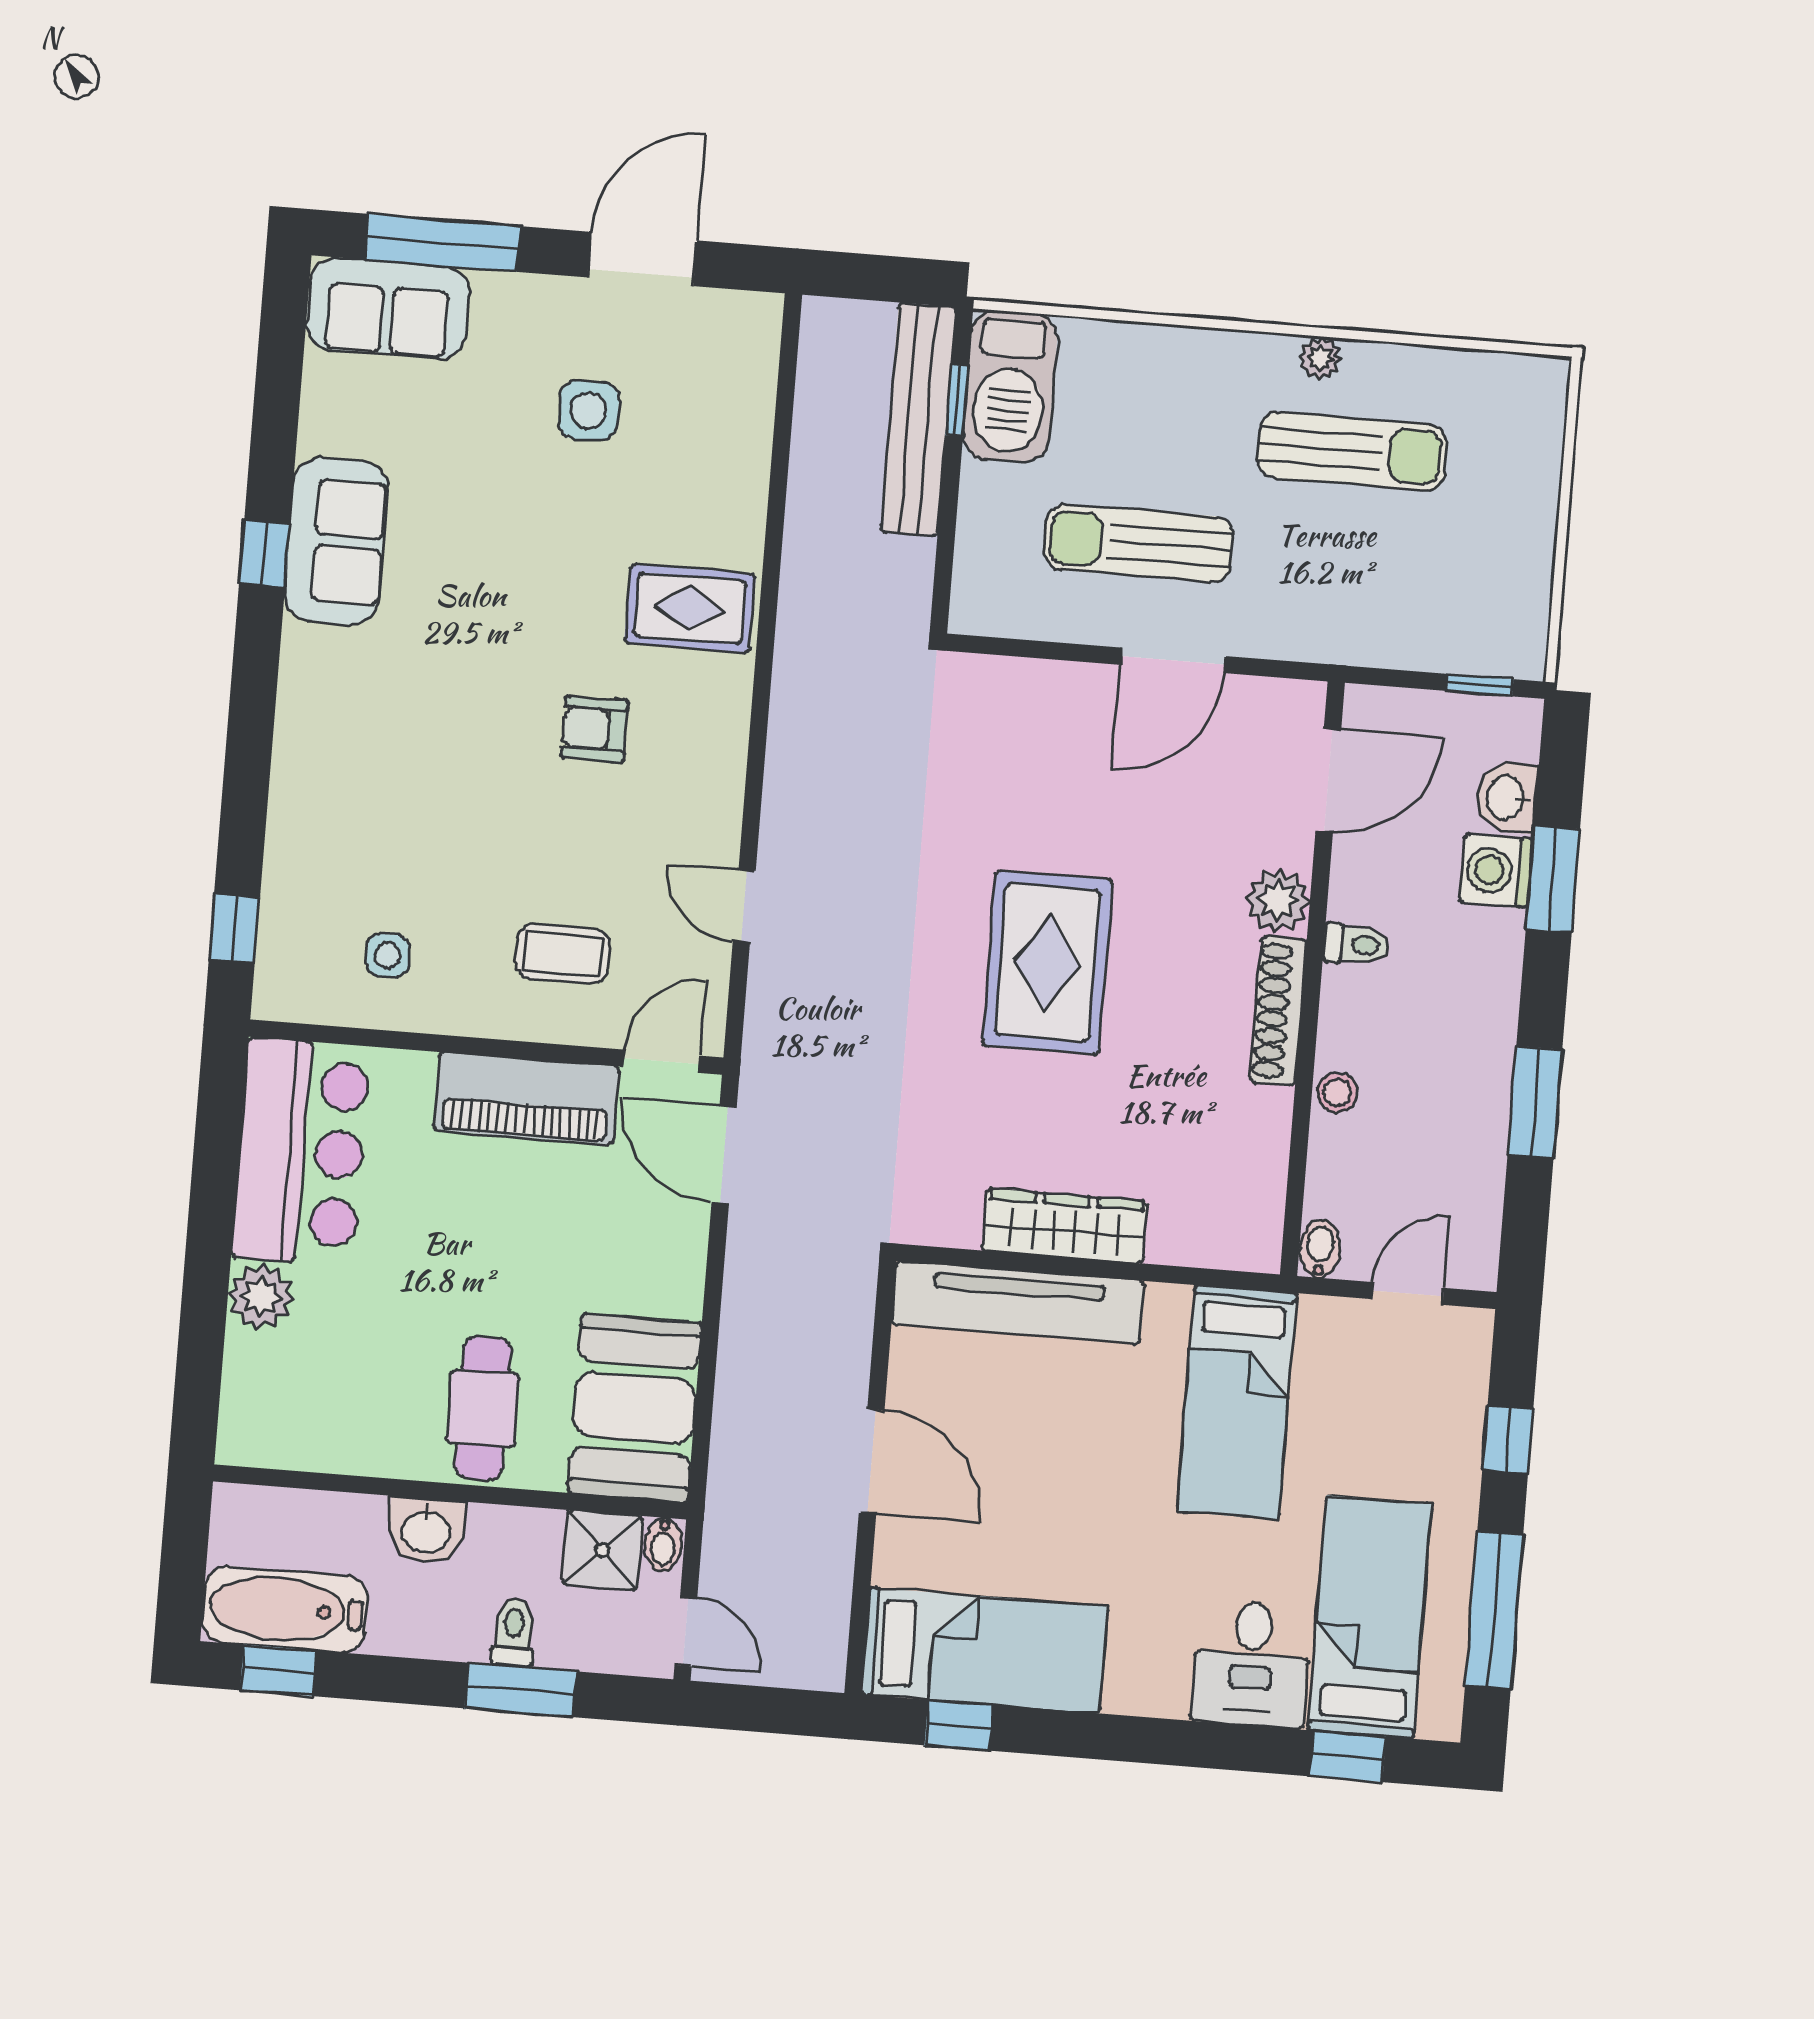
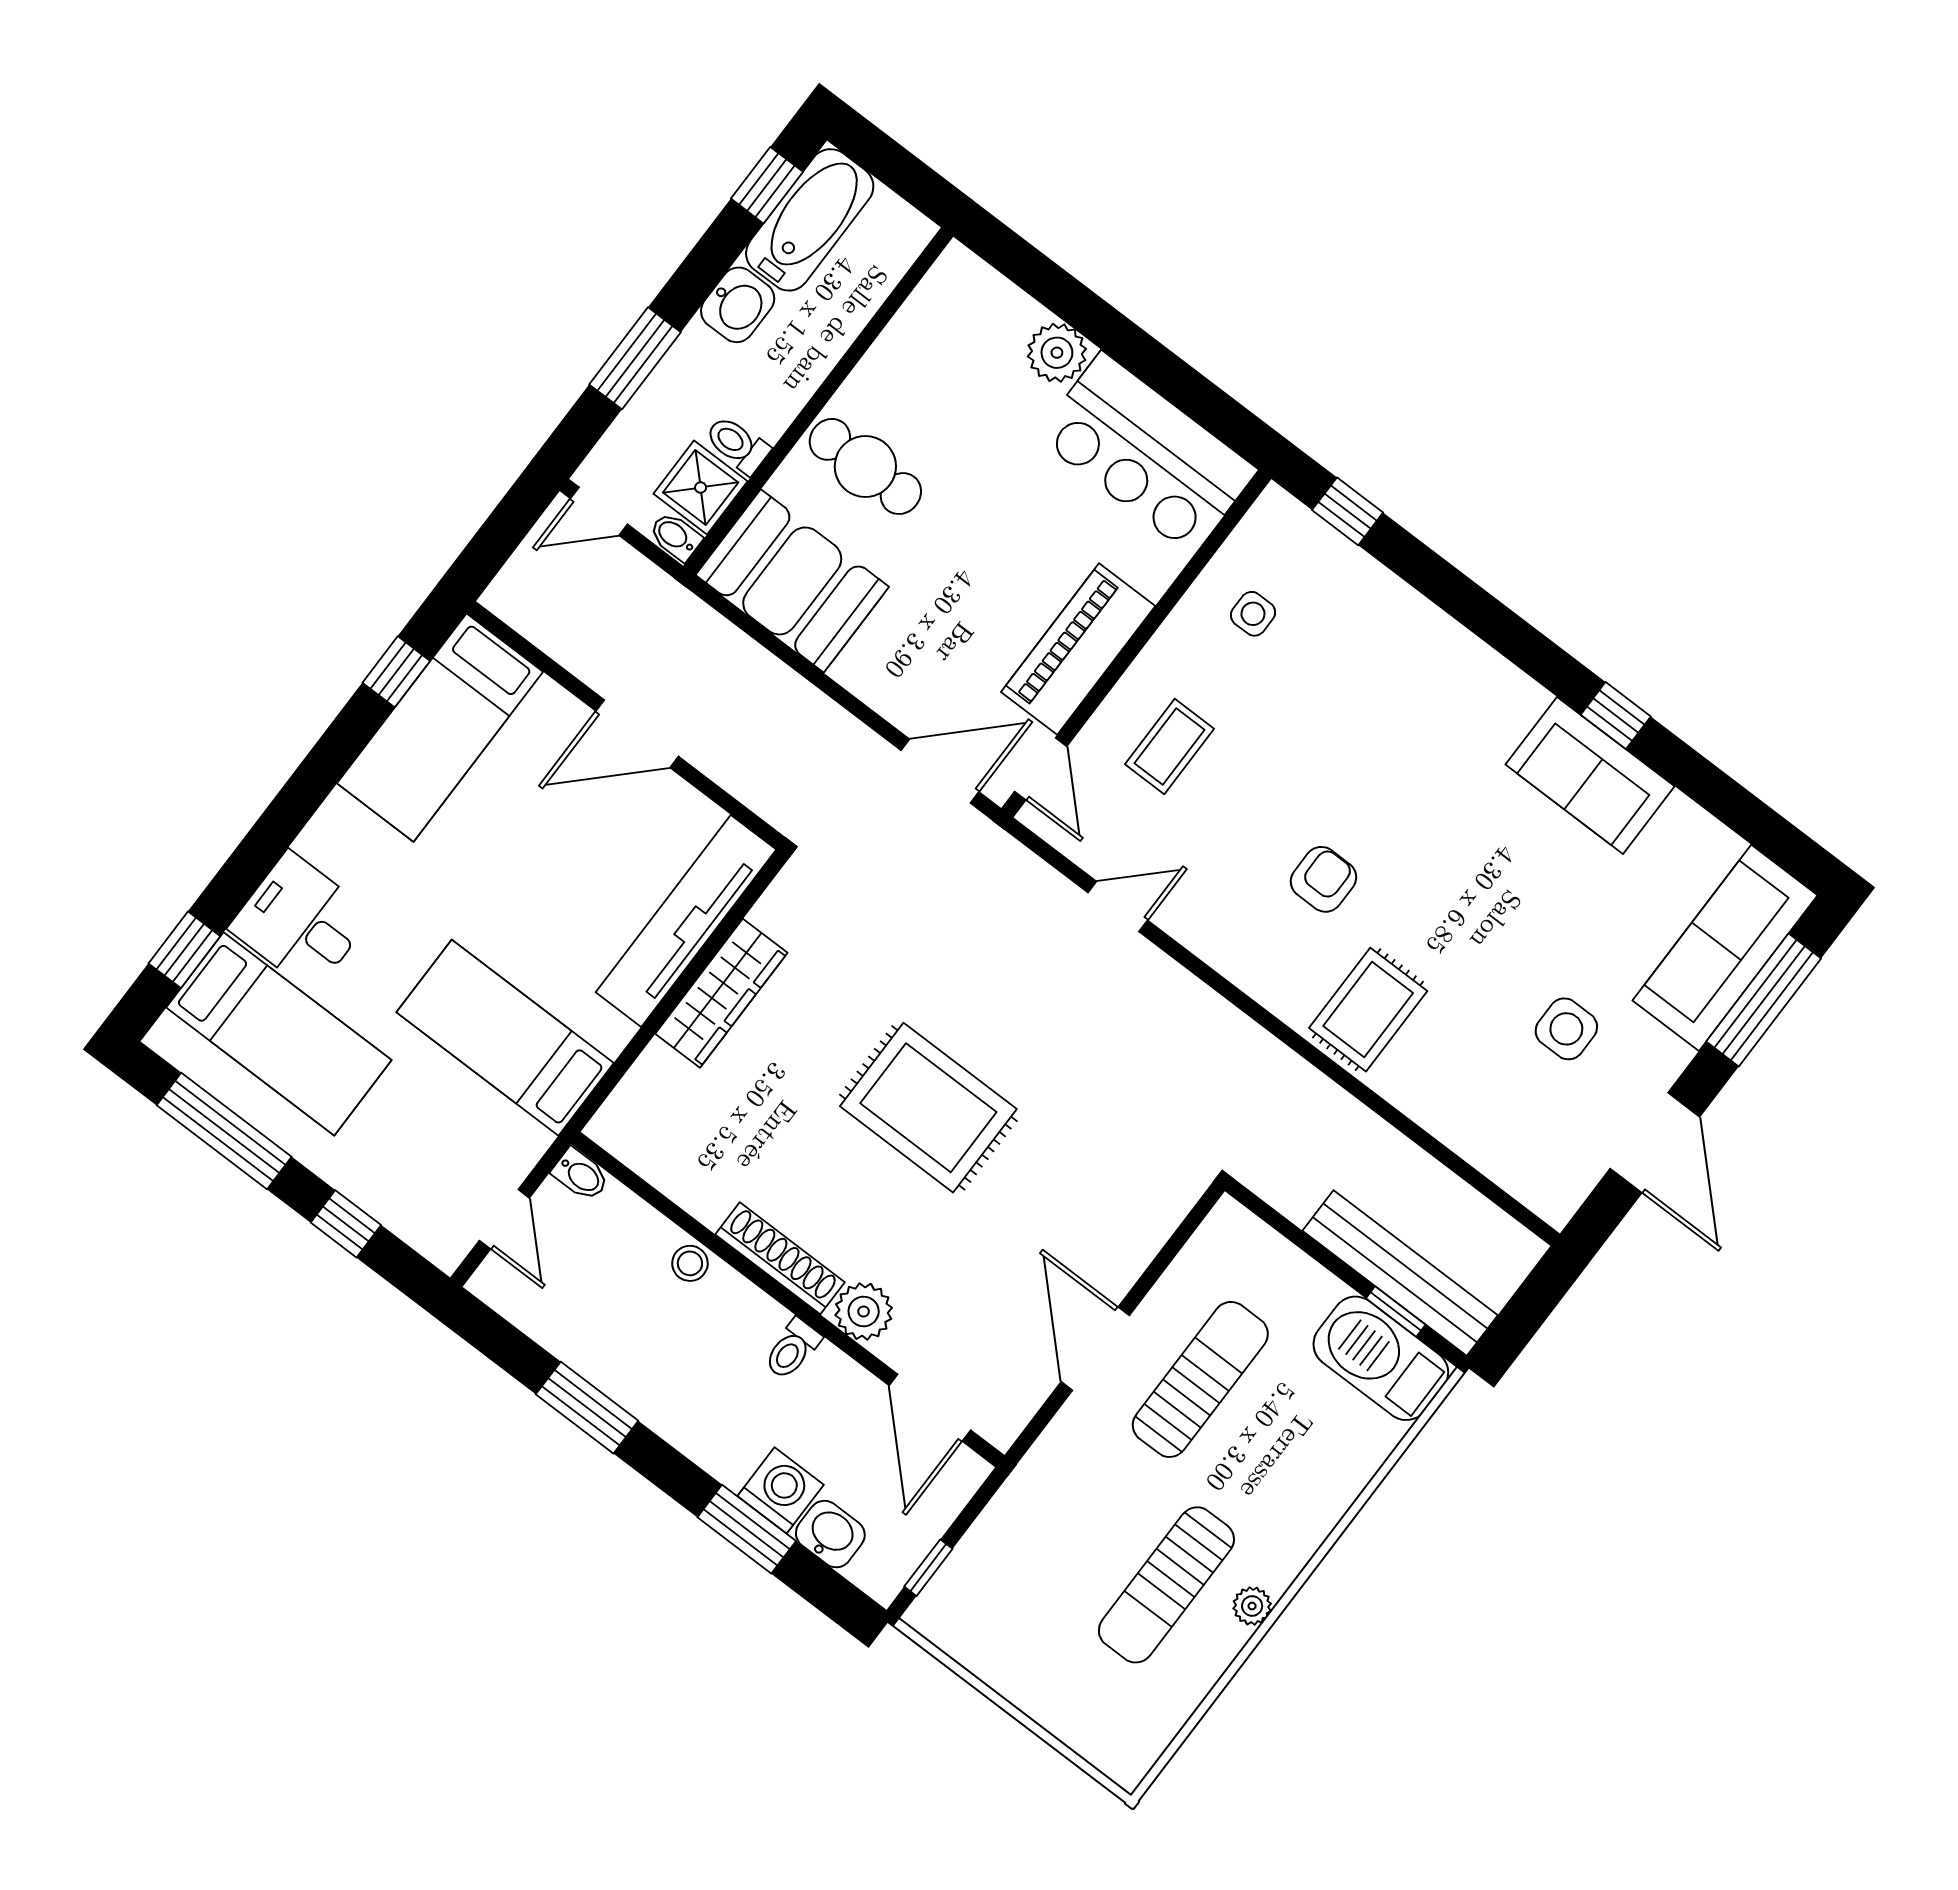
sofa: (388, 308) -> (1725, 948), width x1.36
washbasin: (426, 1531) -> (738, 305), moved, turned 180
toilet: (514, 1632) -> (737, 445), moved, turned 180

